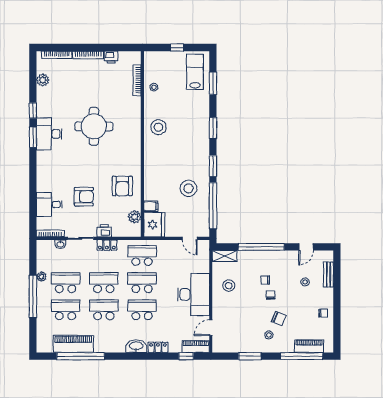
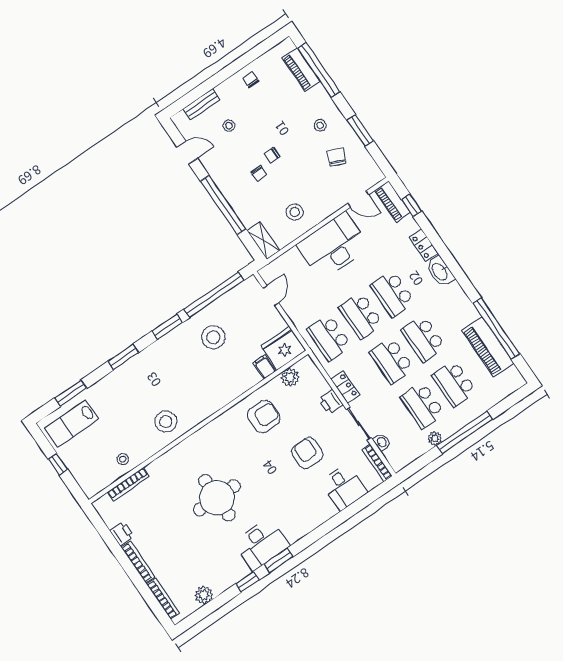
chair: (279, 319) -> (336, 157), moved

